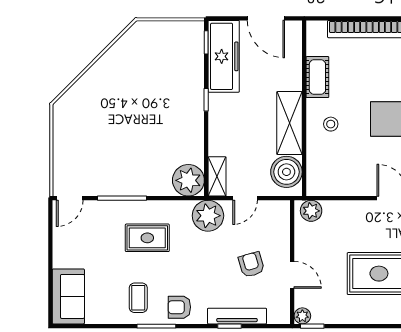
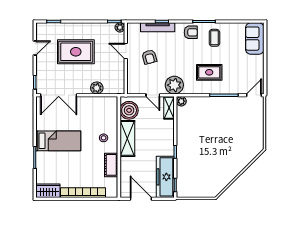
plant: (188, 180) -> (181, 101), width x0.53, depth x0.53
door: (245, 198) -> (153, 95), swing flipped
plant: (311, 211) -> (97, 88), moved

